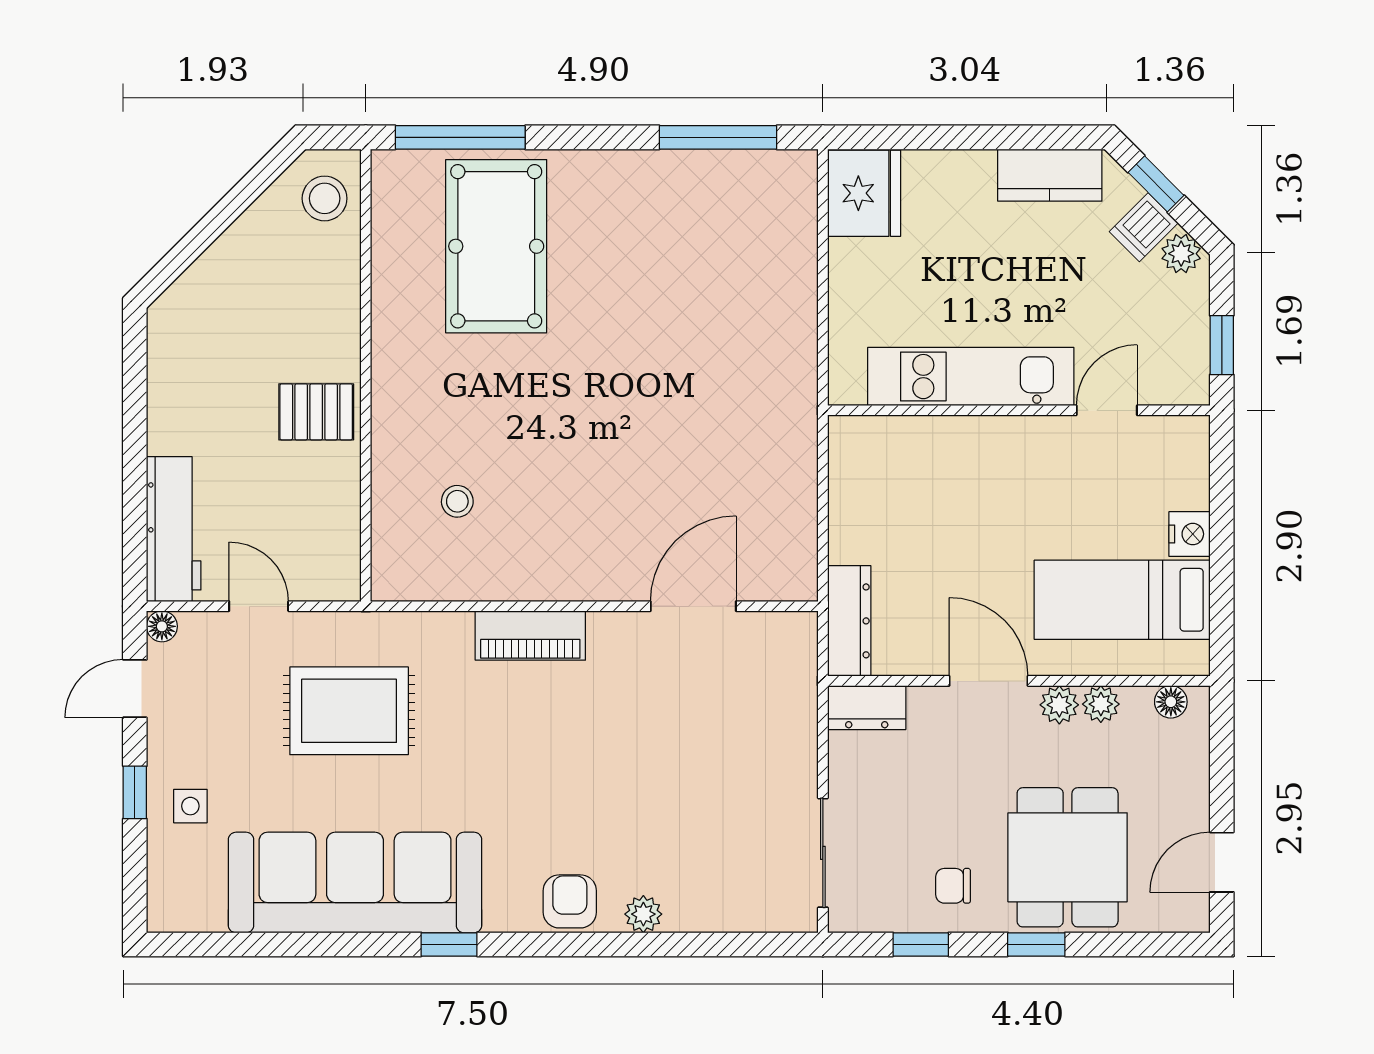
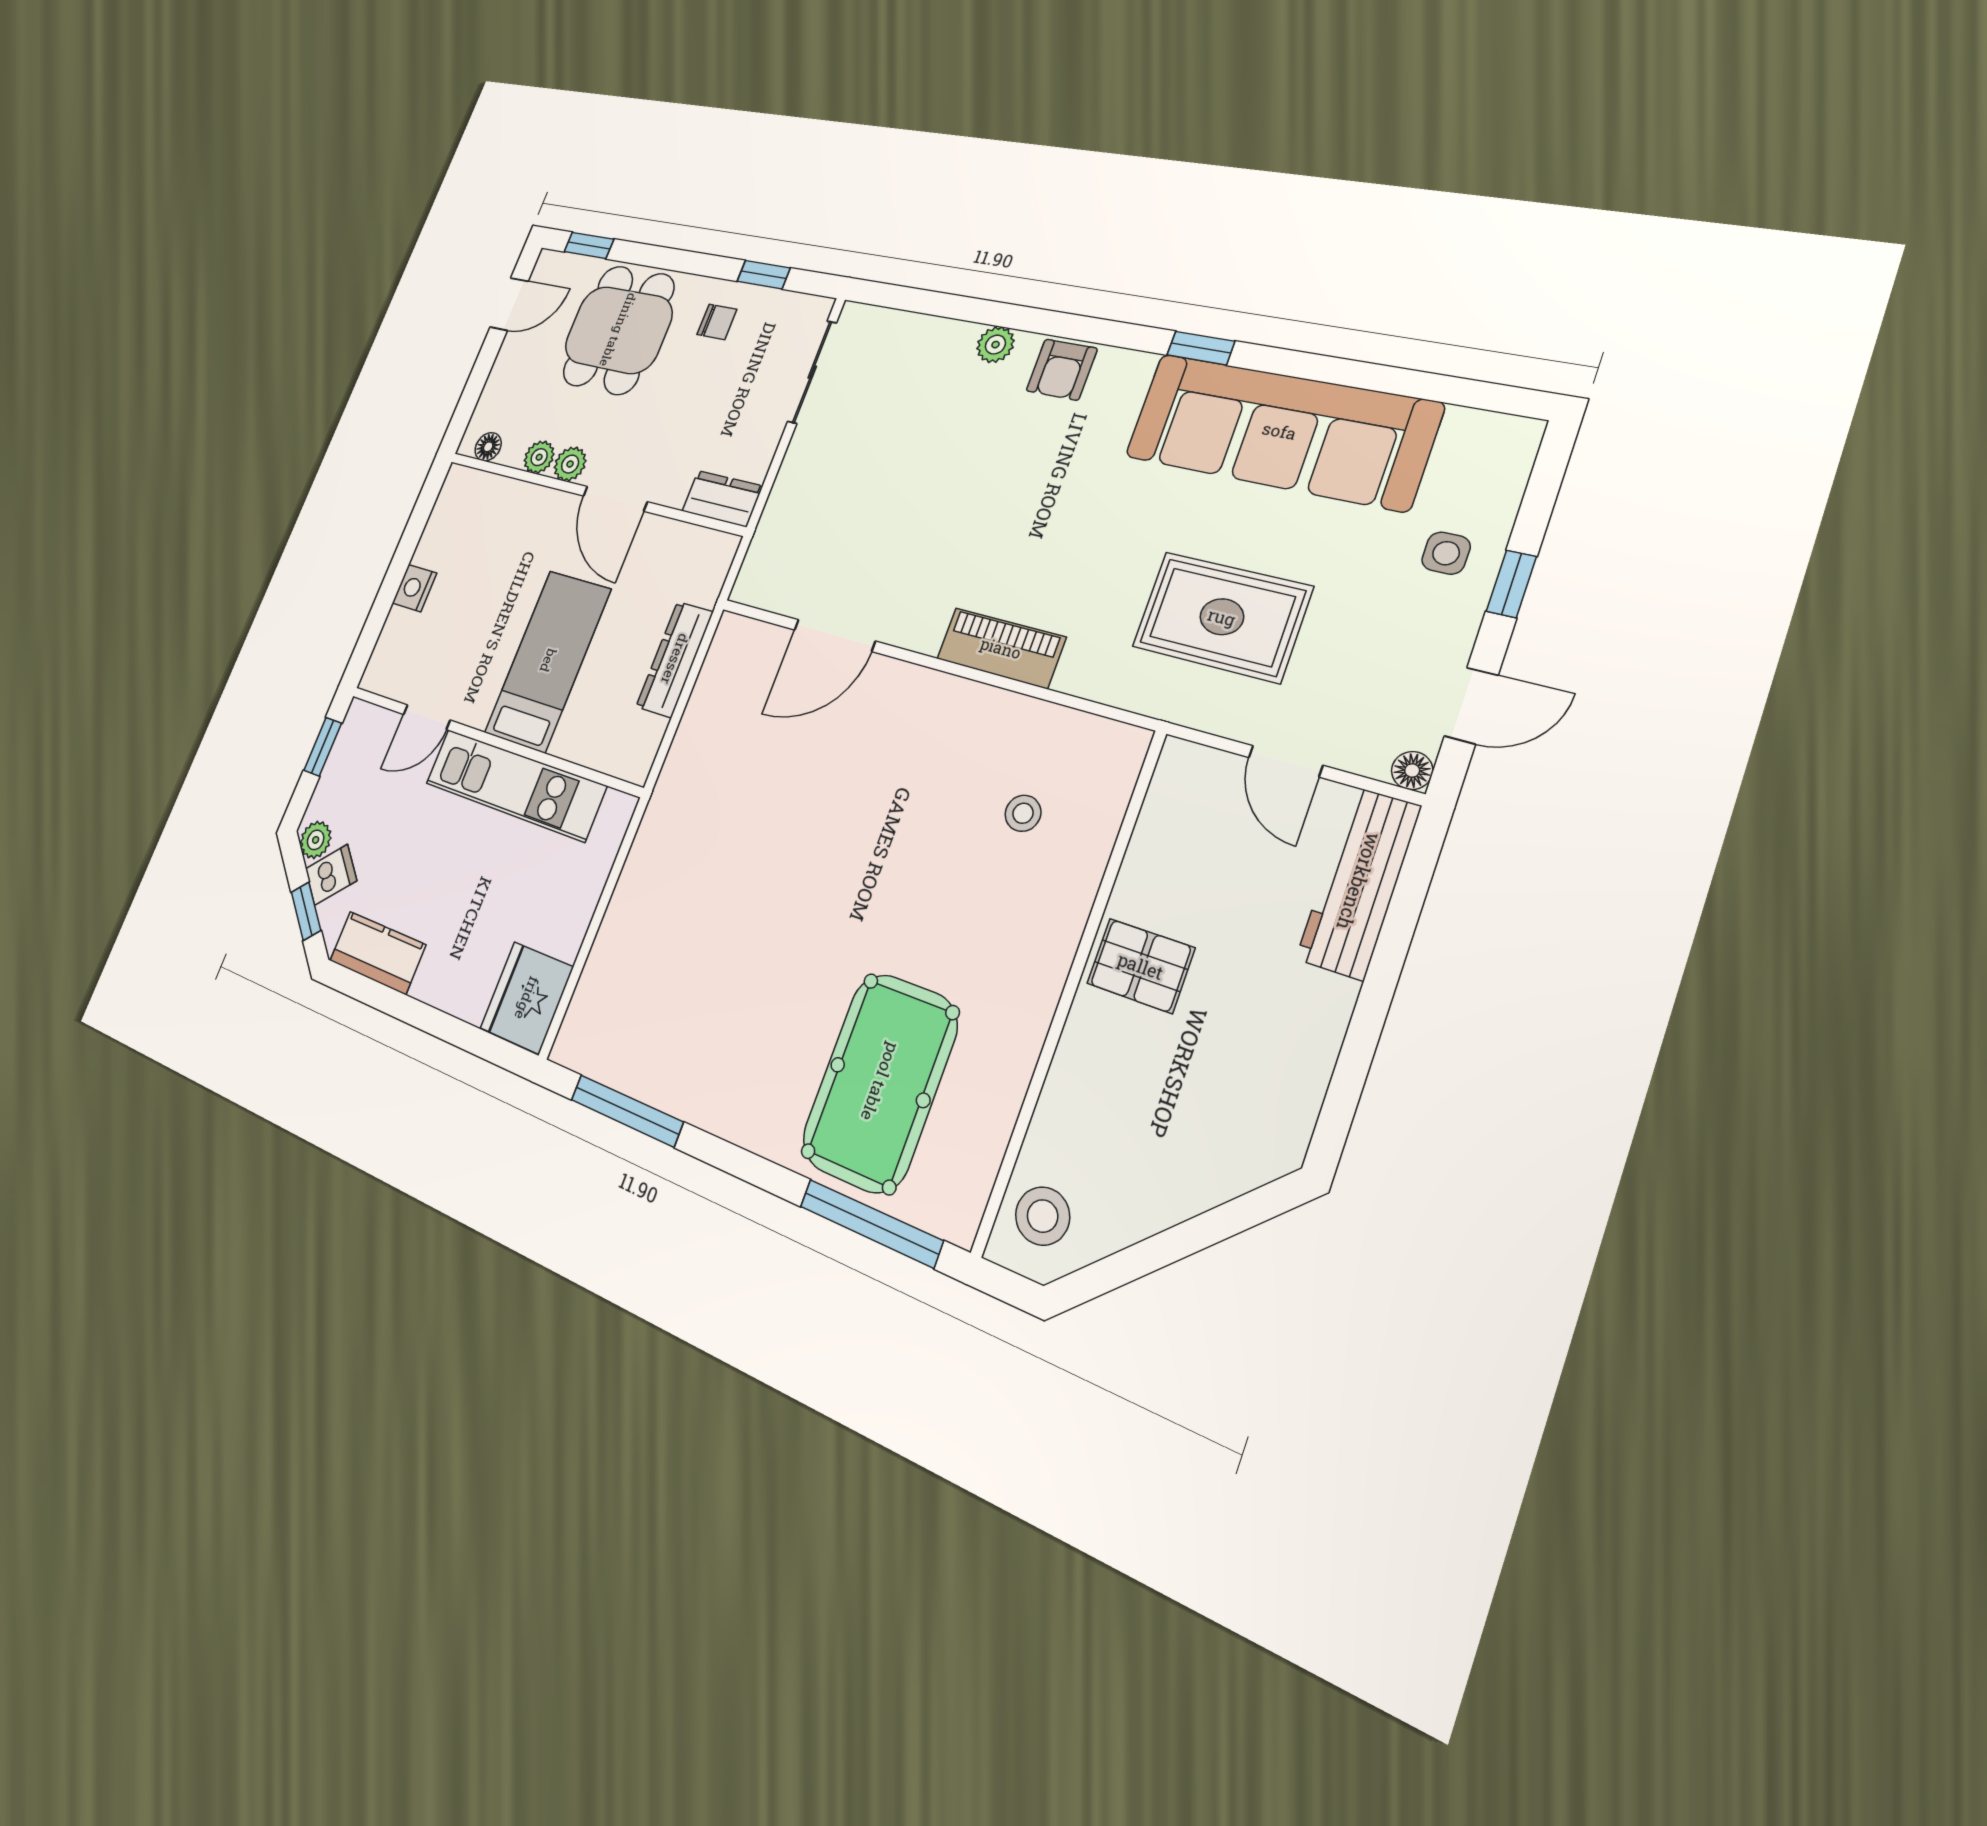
bed: (1122, 600) -> (548, 661), moved, turned -90
dresser: (849, 621) -> (675, 659), moved
window: (1036, 944) -> (589, 245), moved

